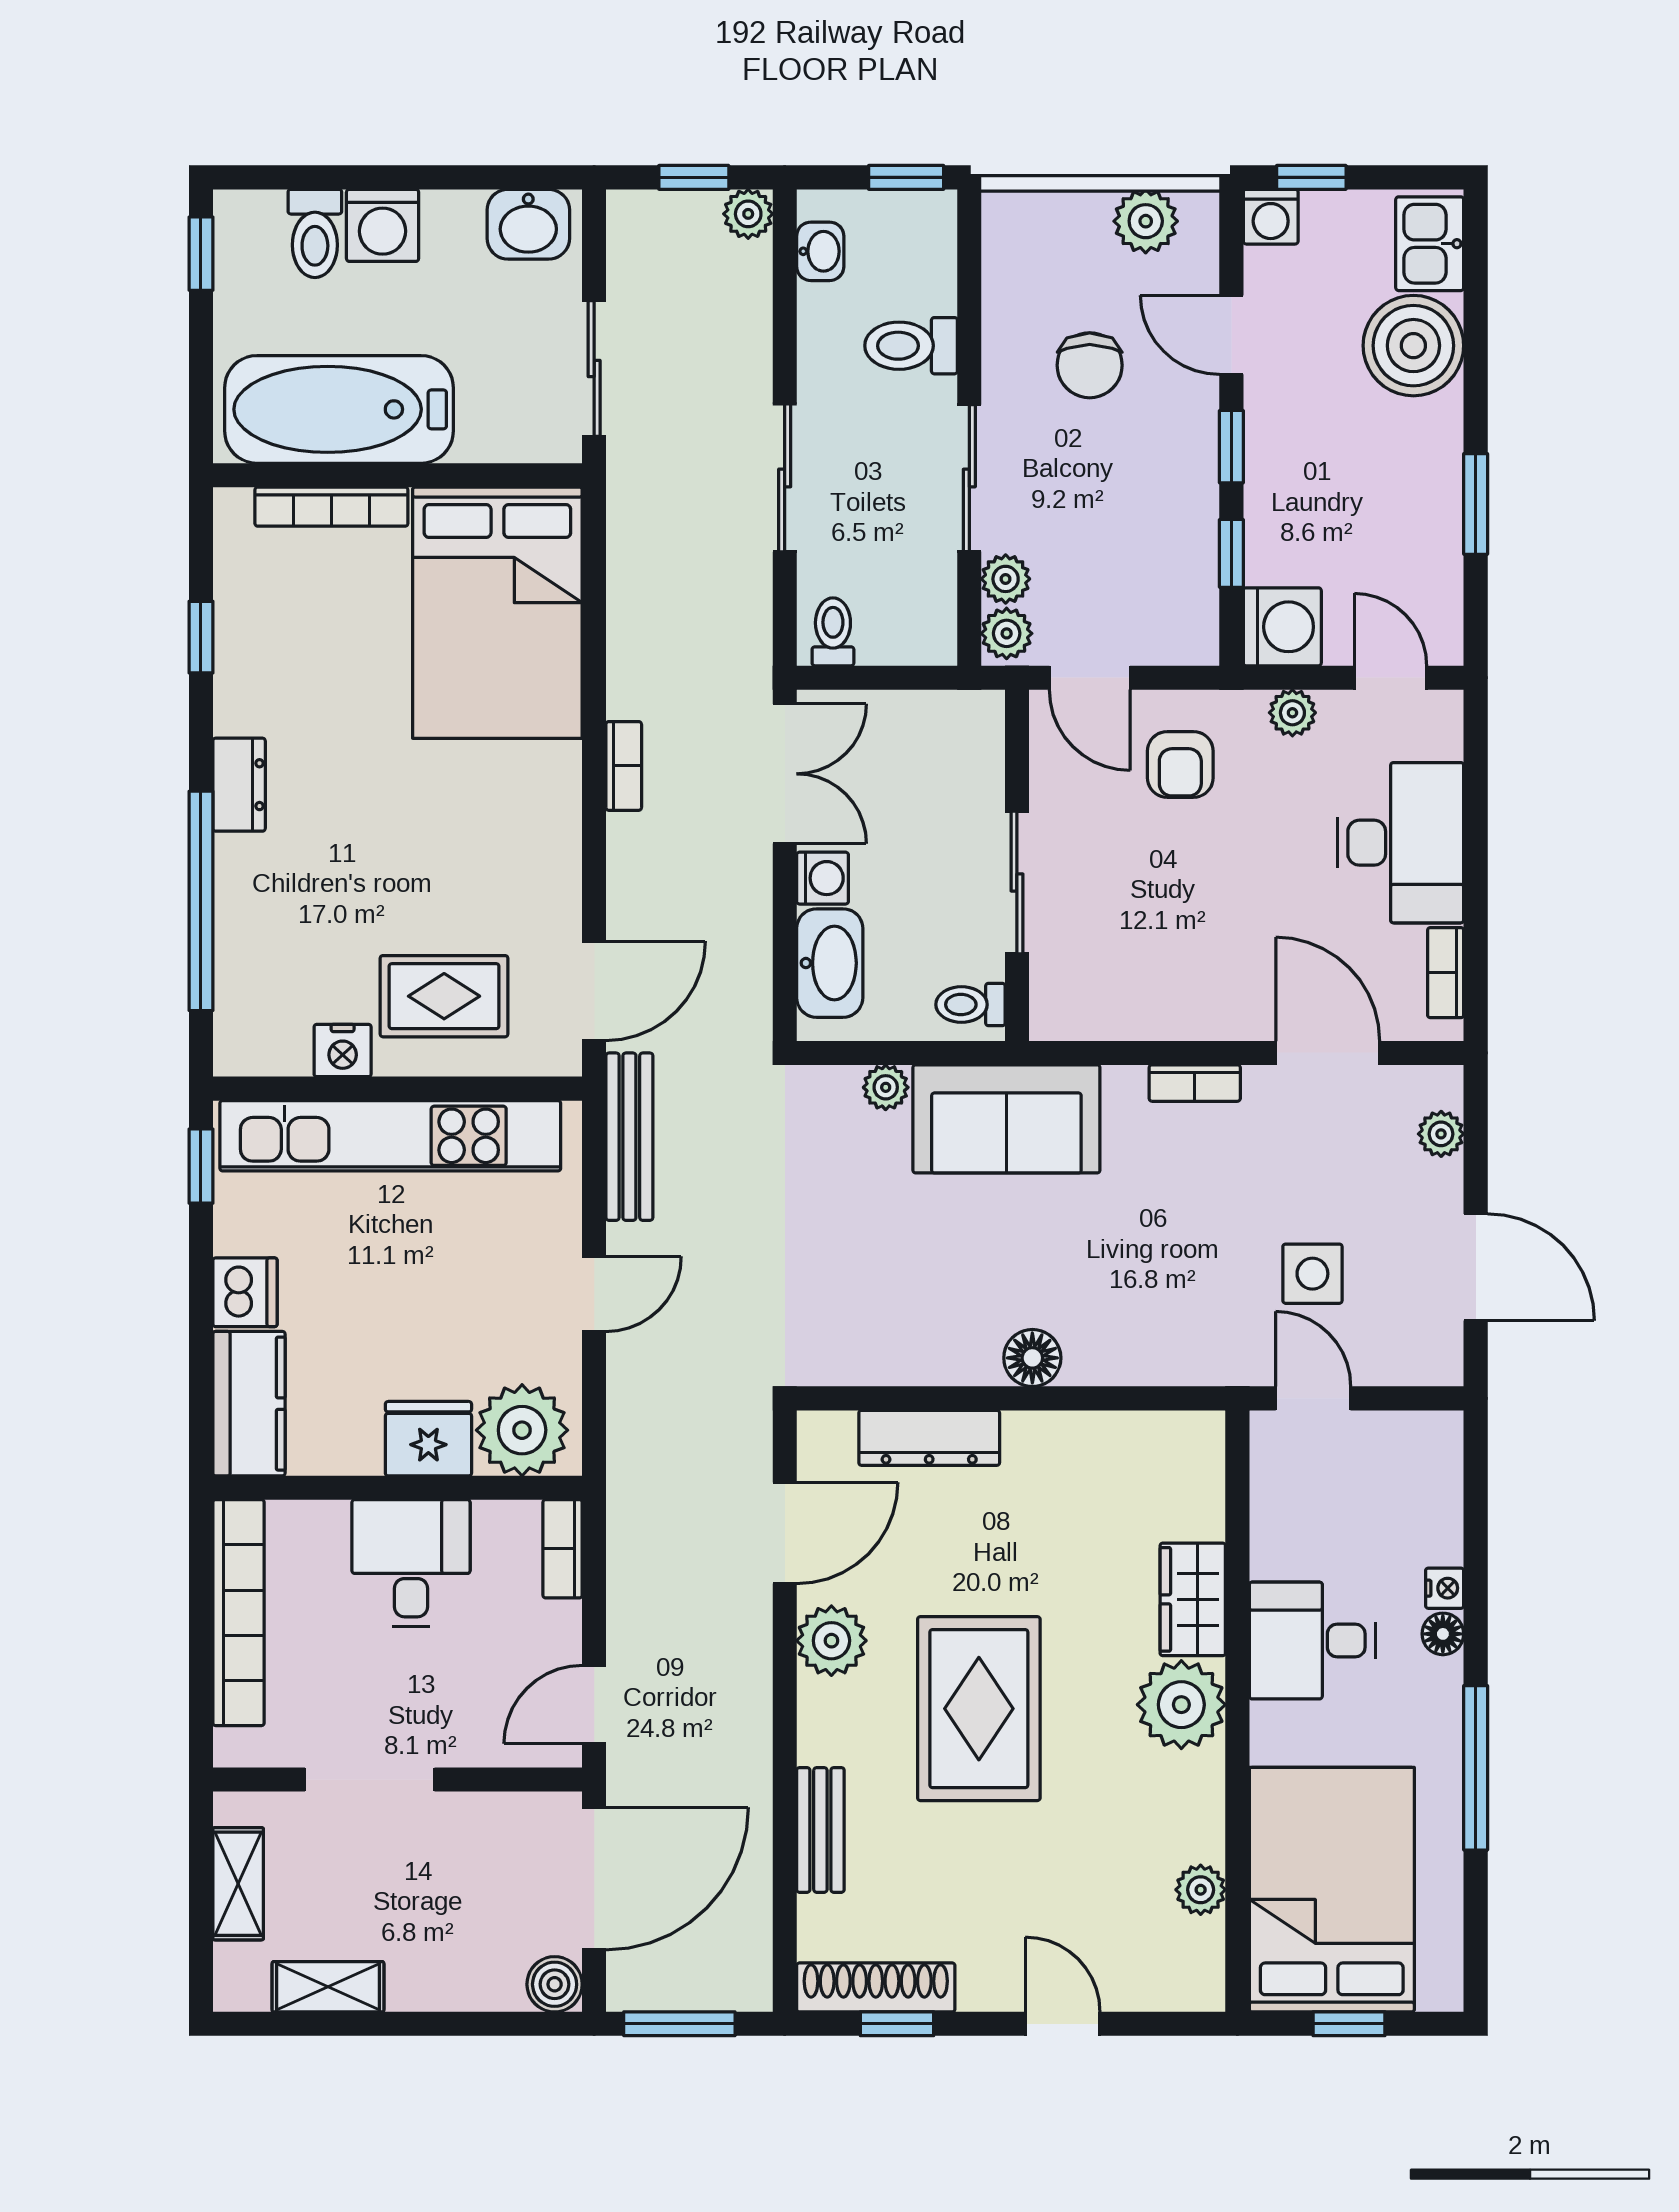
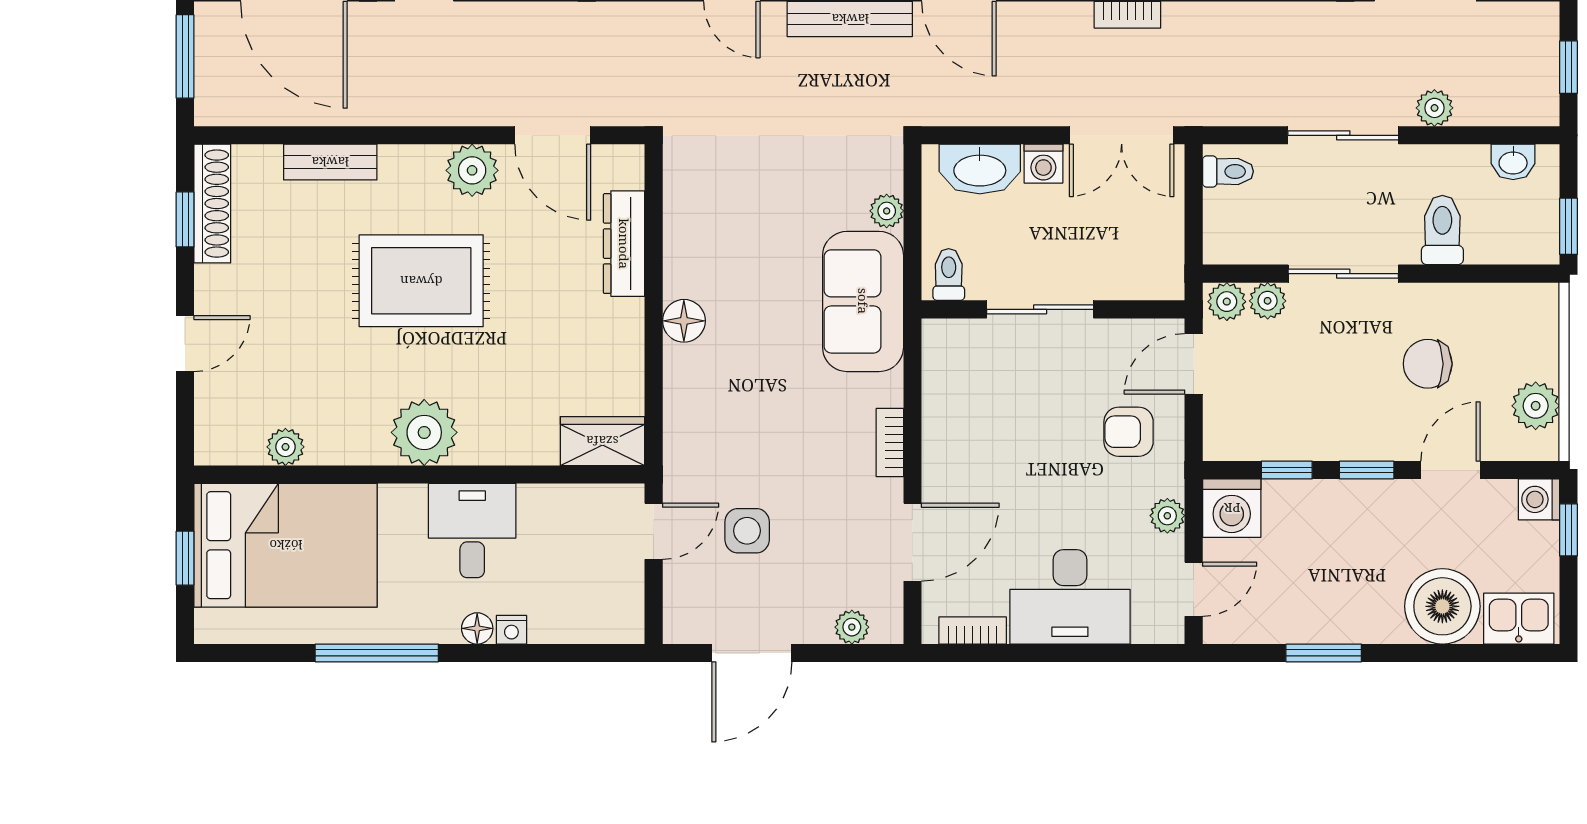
plant: (748, 214) -> (1434, 108), moved
wardrobe: (1193, 1599) -> (602, 441), moved

